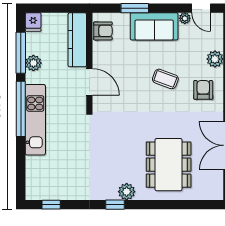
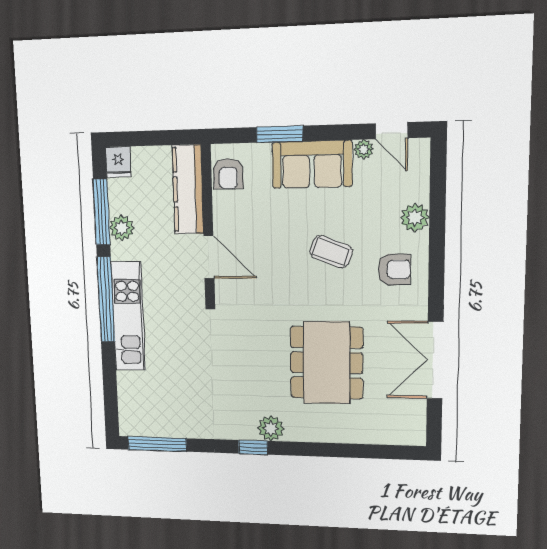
armchair: (103, 31) -> (228, 174), turned 90
armchair: (203, 90) -> (394, 269), turned 90
dining table: (169, 165) -> (327, 363), moved
window: (51, 205) -> (157, 444), width x2.17

